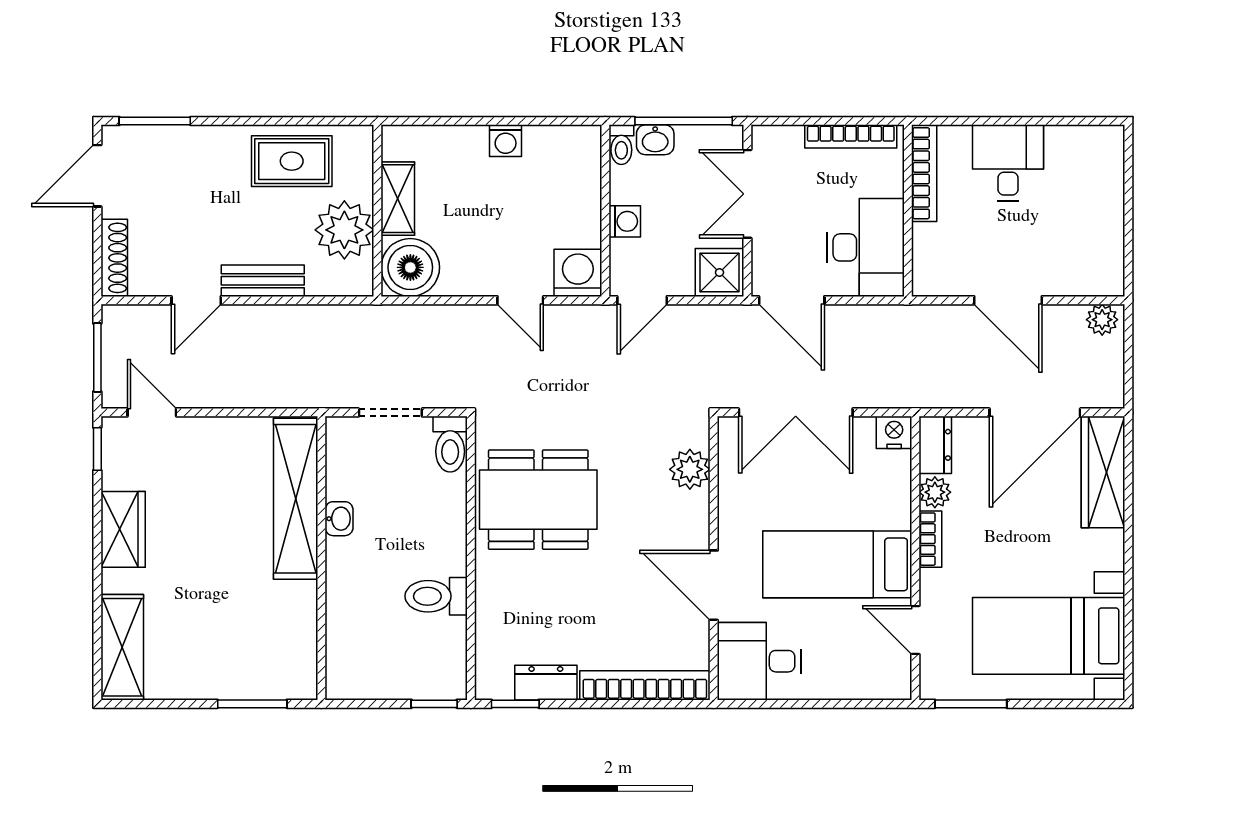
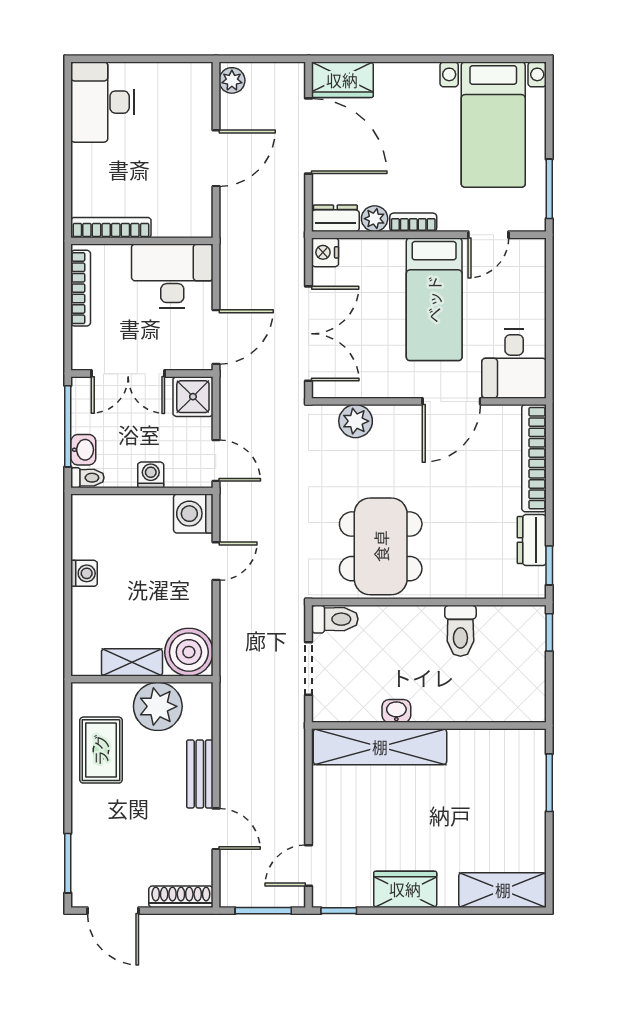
desk: (1008, 163) -> (102, 102), moved, width x1.37
wardrobe: (1103, 472) -> (342, 80), width x0.67

